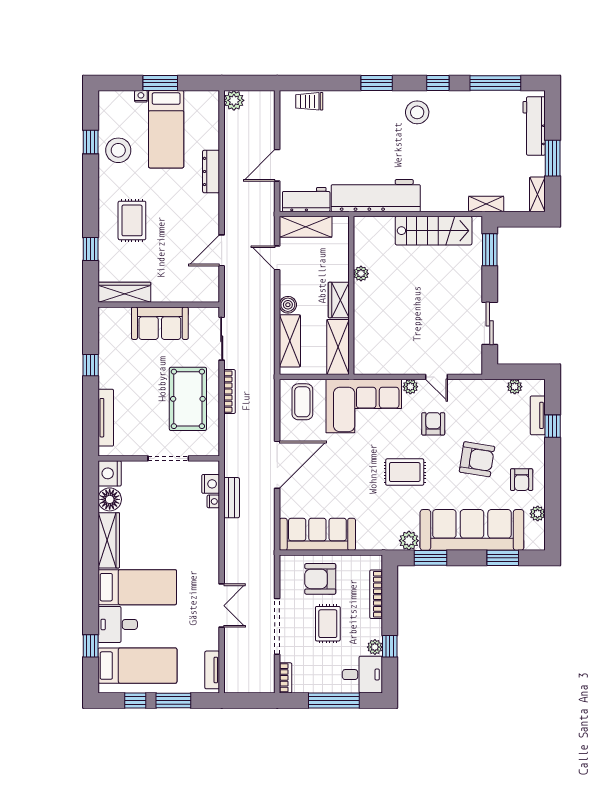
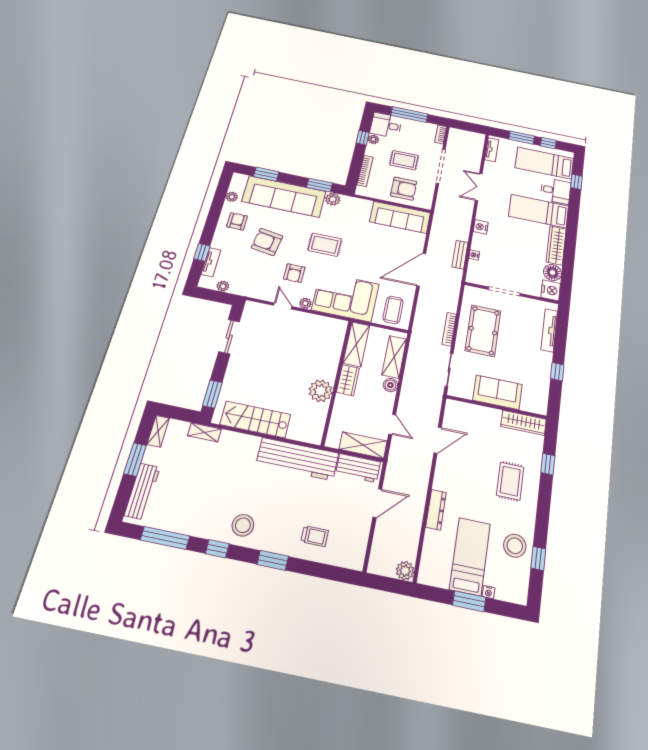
trolley: (309, 101) -> (315, 536), moved
plant: (361, 274) -> (321, 391), width x1.87, depth x1.87
nightstand: (211, 484) -> (481, 227), moved
rug: (328, 624) -> (404, 160), turned 90

